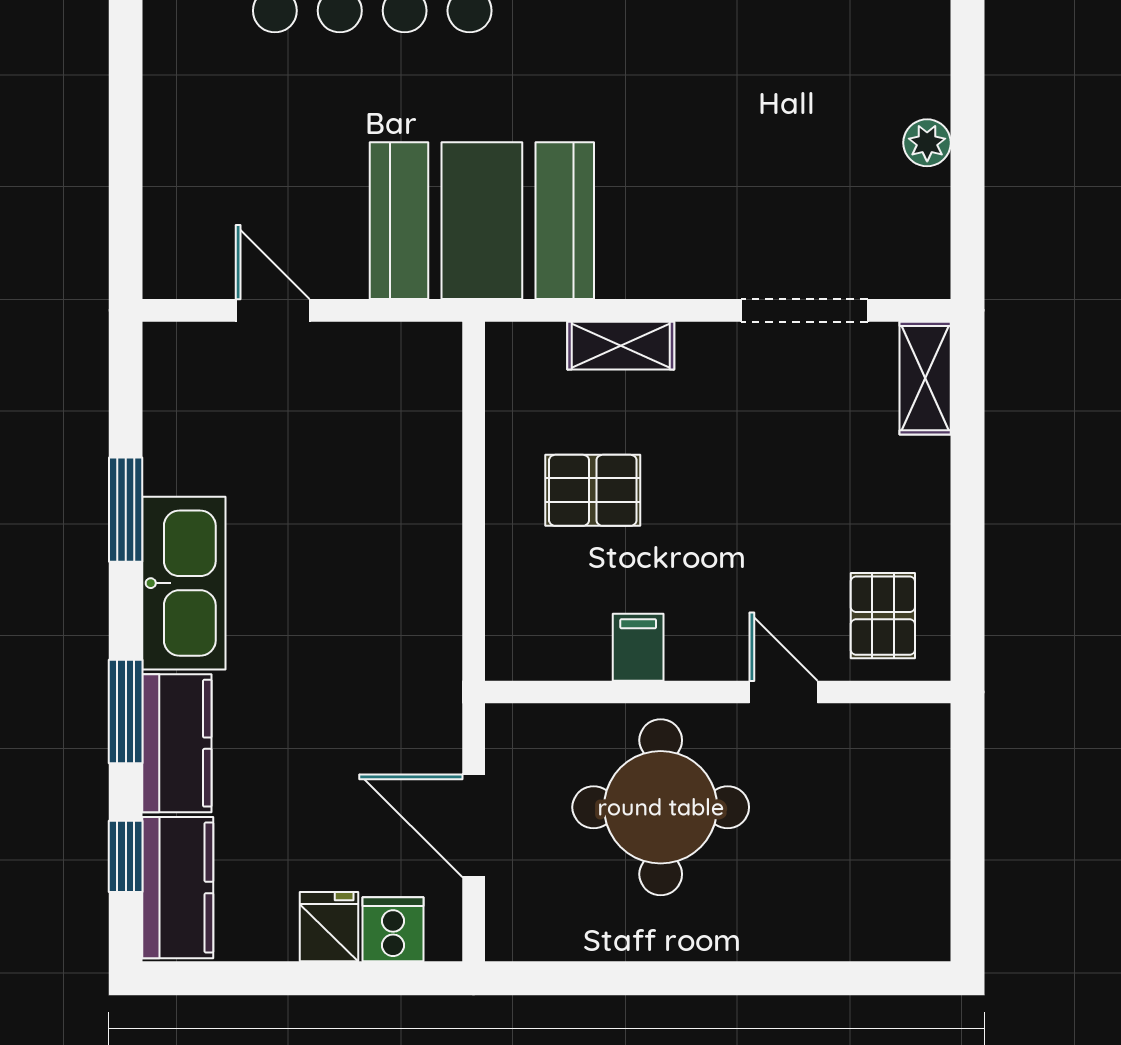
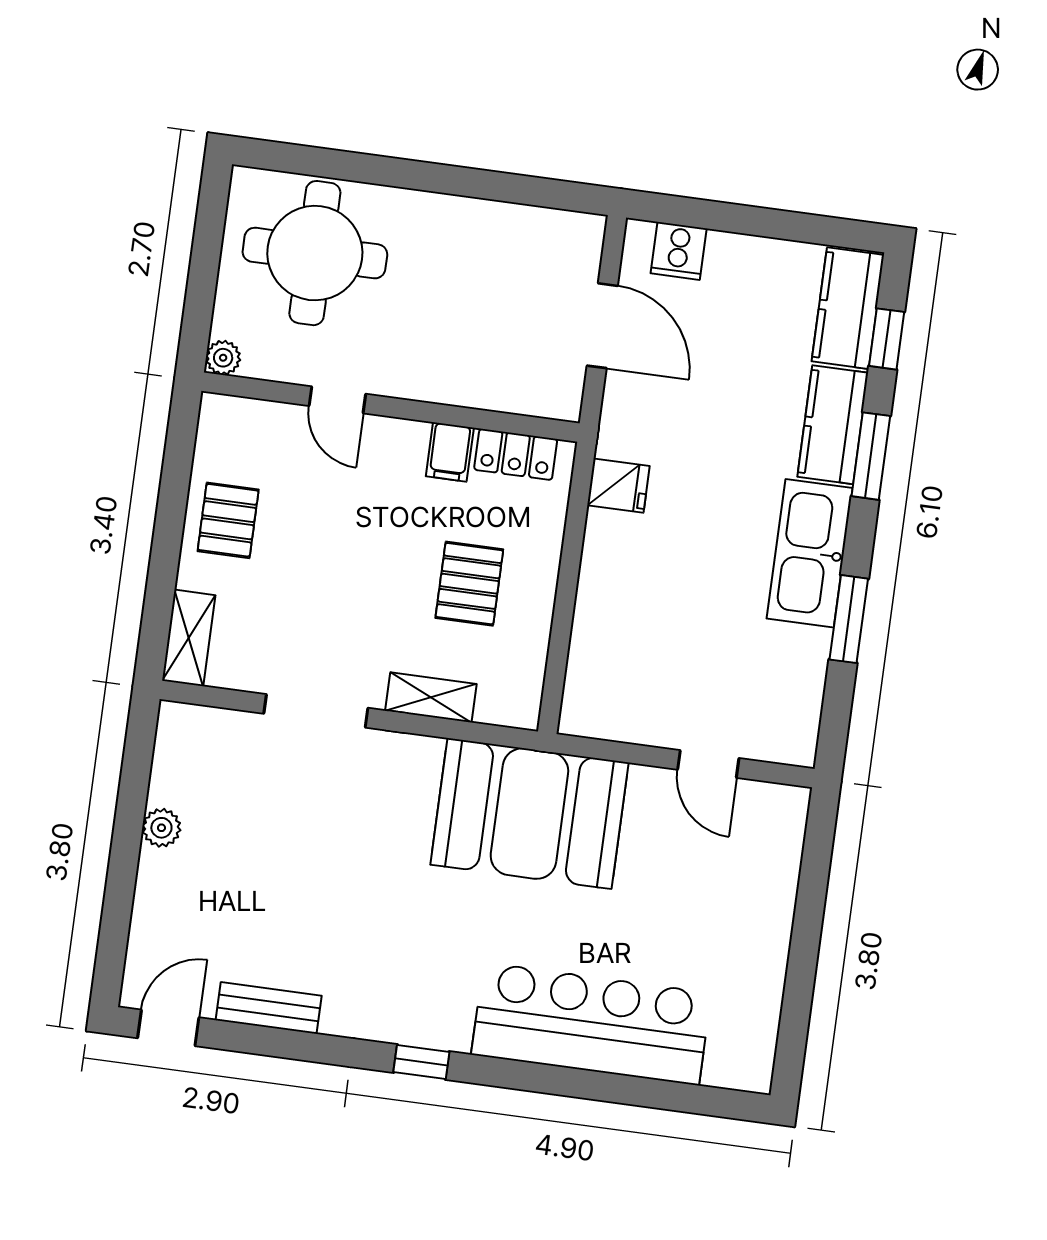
doorway: (804, 310) -> (316, 711), moved
pallet: (593, 490) -> (469, 584), turned 90
pallet: (883, 616) -> (228, 520), moved
locker: (558, 655) -> (516, 454), added
plant: (929, 724) -> (223, 358), added
round table: (661, 807) -> (315, 253), moved
fridge: (329, 927) -> (618, 486), moved, turned -90

